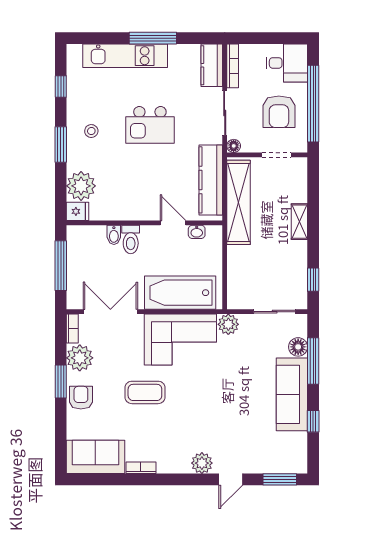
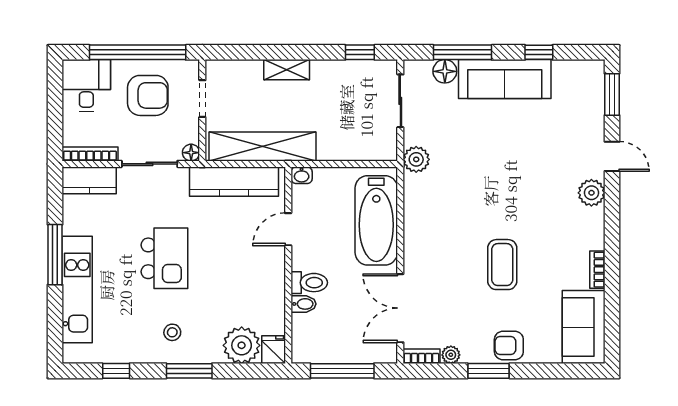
washbasin: (197, 232) -> (302, 175), moved, turned 90
corner sofa: (180, 340) -> (436, 220), removed
plant: (80, 358) -> (451, 355), width x0.53, depth x0.53

